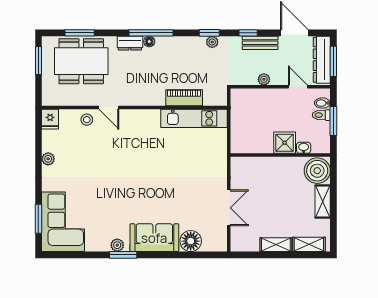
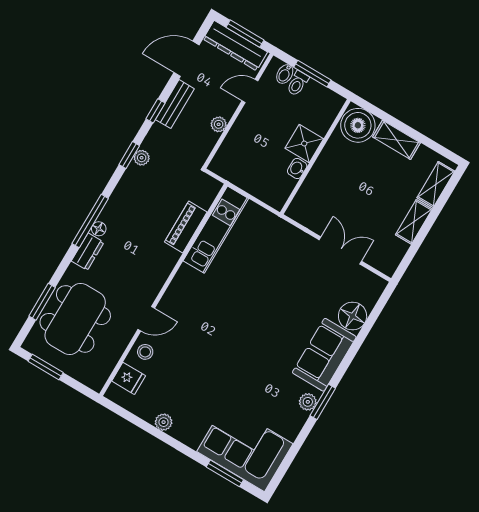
fridge: (50, 119) -> (129, 378), moved
washbasin: (304, 148) -> (297, 168), moved

